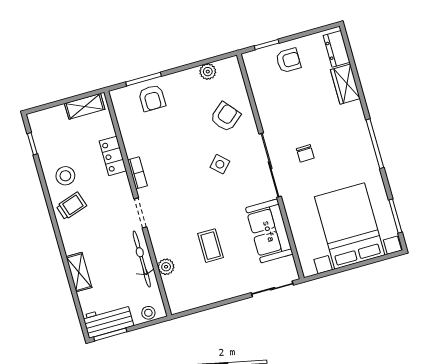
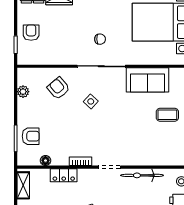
floor lamp: (125, 127) -> (45, 161), added
coffee table: (211, 246) -> (167, 115), moved
plant: (166, 267) -> (152, 160), removed

